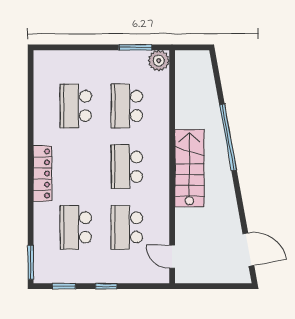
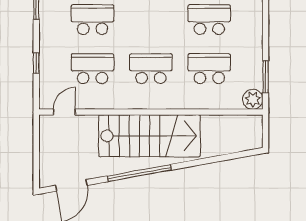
window: (228, 137) -> (139, 173), moved
stairs: (189, 168) -> (150, 136), width x1.36, depth x1.51
window: (106, 286) -> (36, 63), moved

